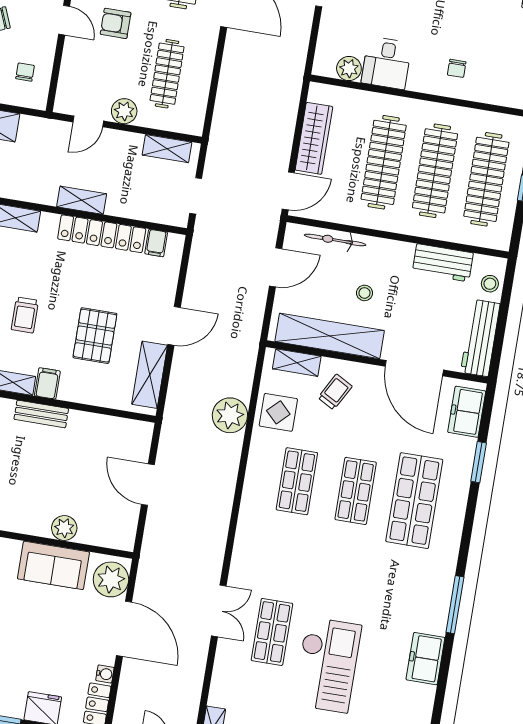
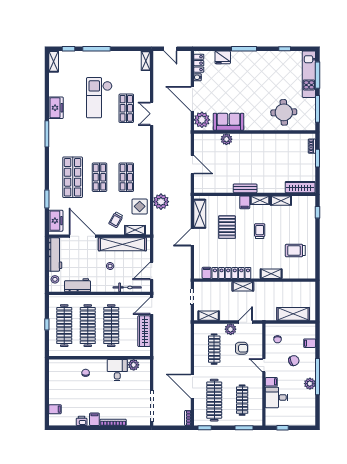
armchair: (116, 23) -> (242, 348), moved

